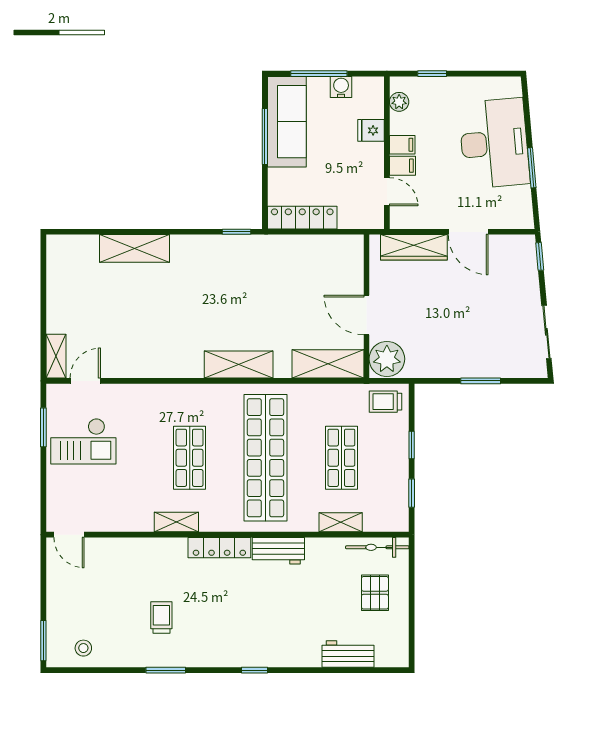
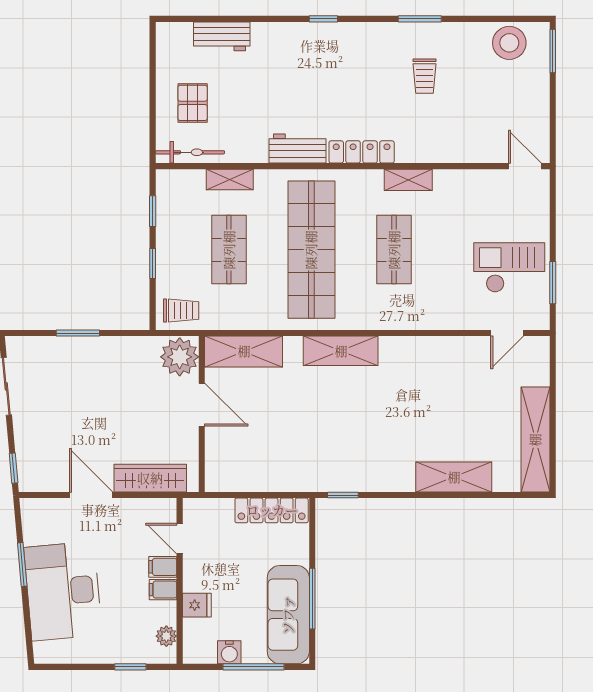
shelving: (56, 356) -> (535, 440), moved, width x2.20, depth x1.33
stool: (83, 648) -> (509, 43), width x1.89, depth x1.89

